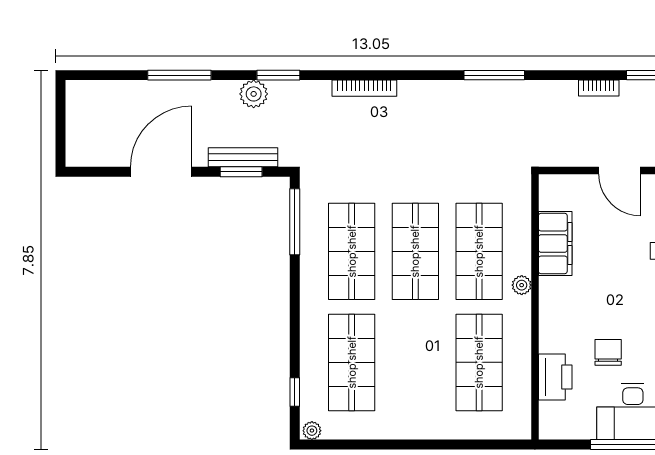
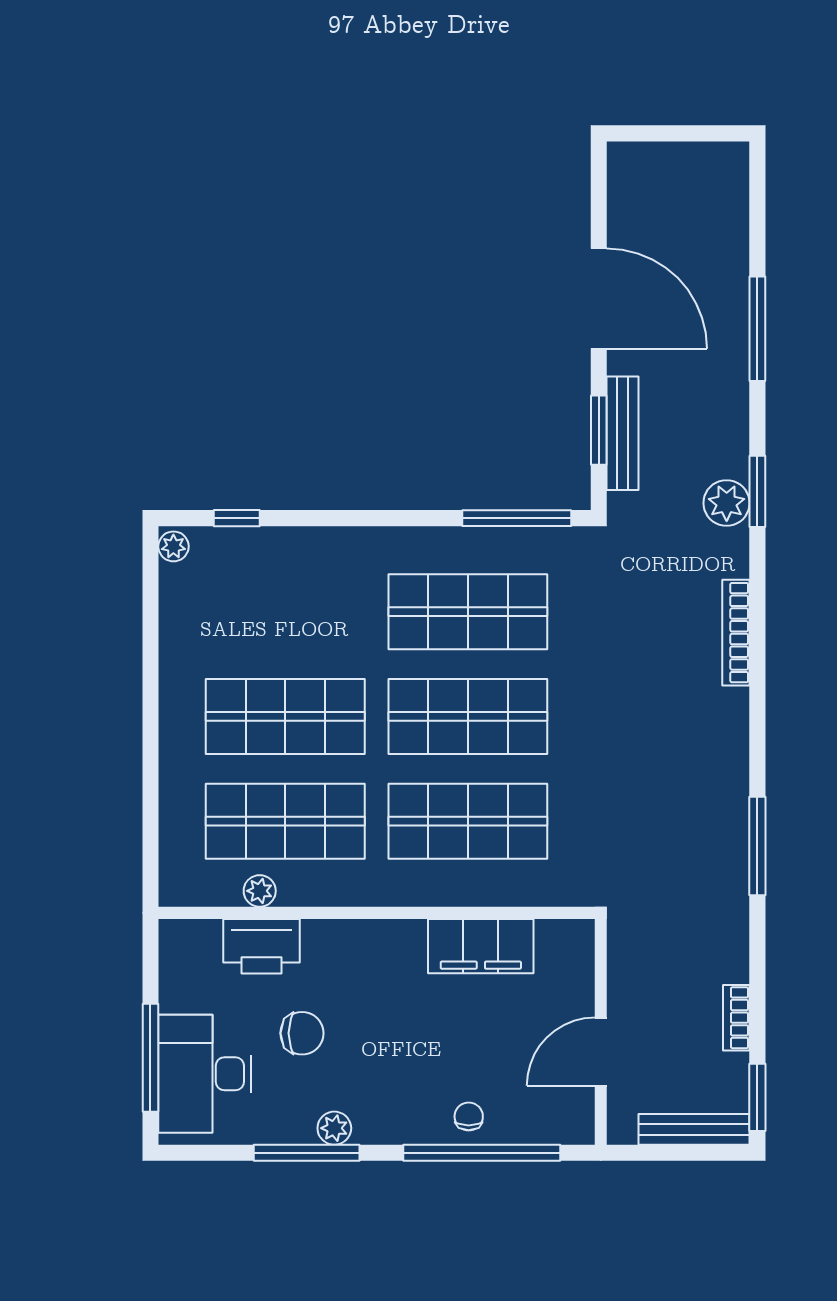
plant: (254, 94) -> (727, 503), moved
plant: (522, 285) -> (260, 891), moved
shop shelf: (352, 362) -> (285, 716), moved

